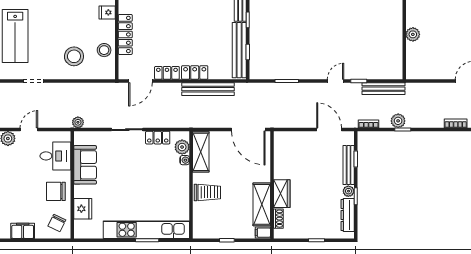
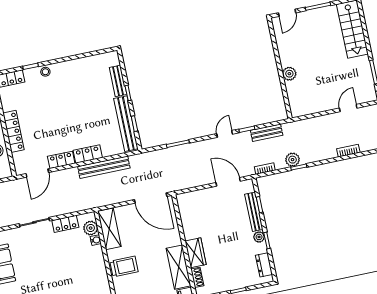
bench: (383, 89) -> (267, 133), width x0.73
dresser: (348, 215) -> (264, 265), width x0.70

